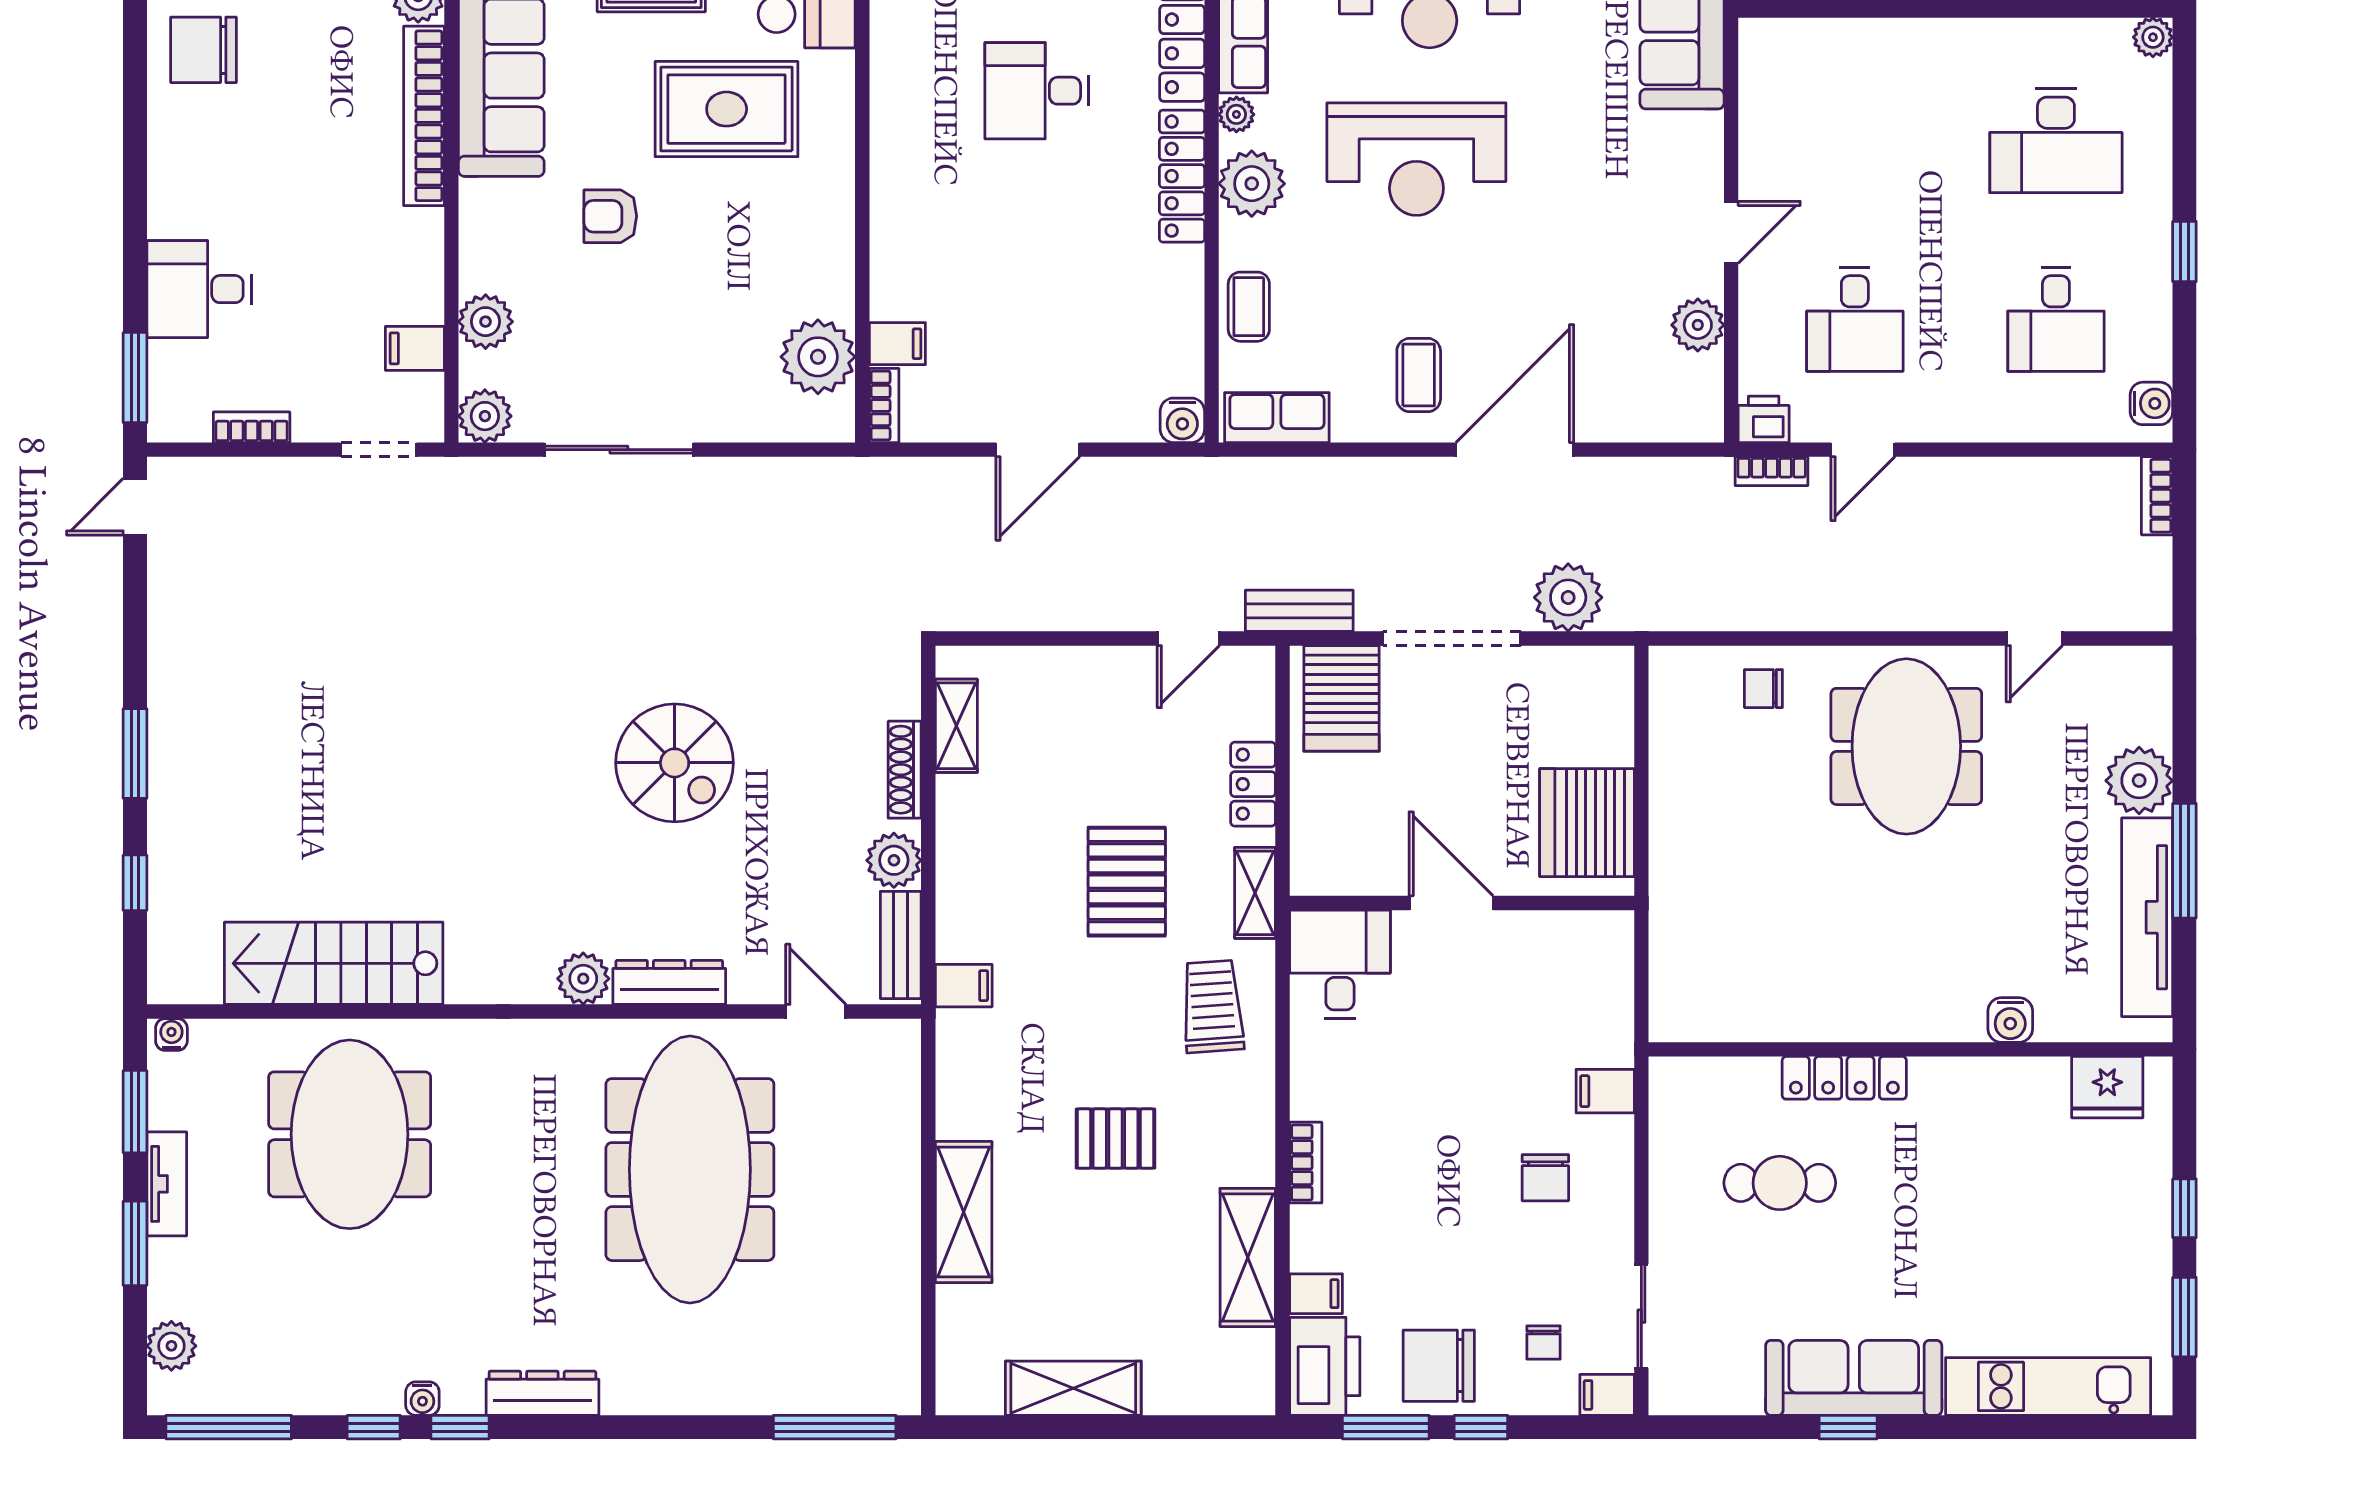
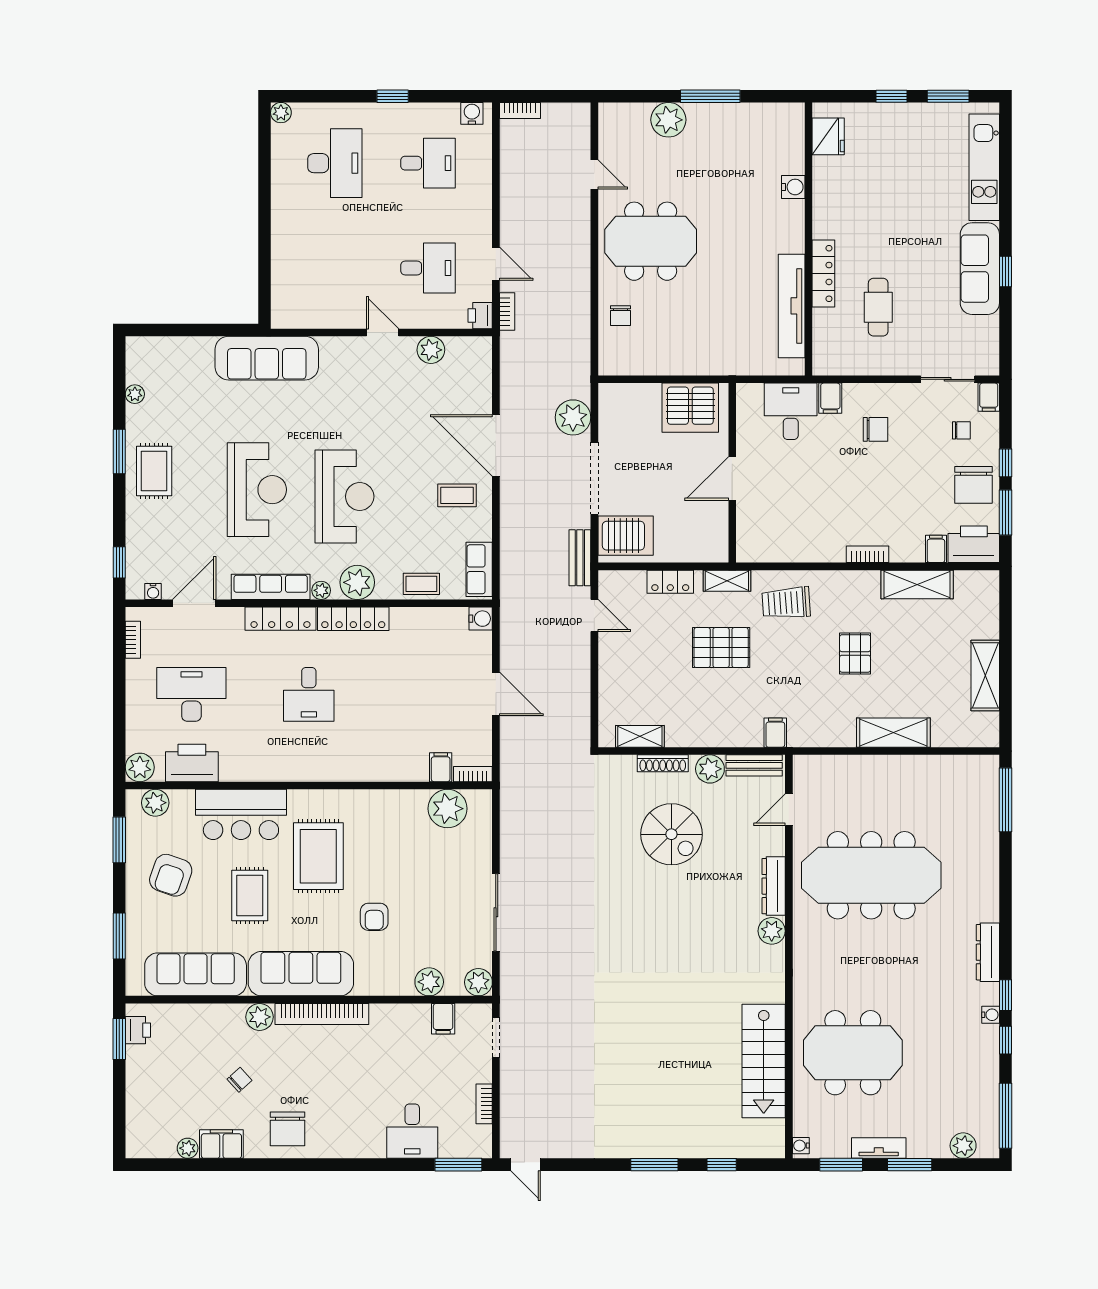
spiral stairs: (675, 763) -> (671, 834), moved, turned 90
tv unit: (2147, 917) -> (792, 306), moved, turned 90
desk: (1340, 964) -> (791, 411), moved, turned 90

